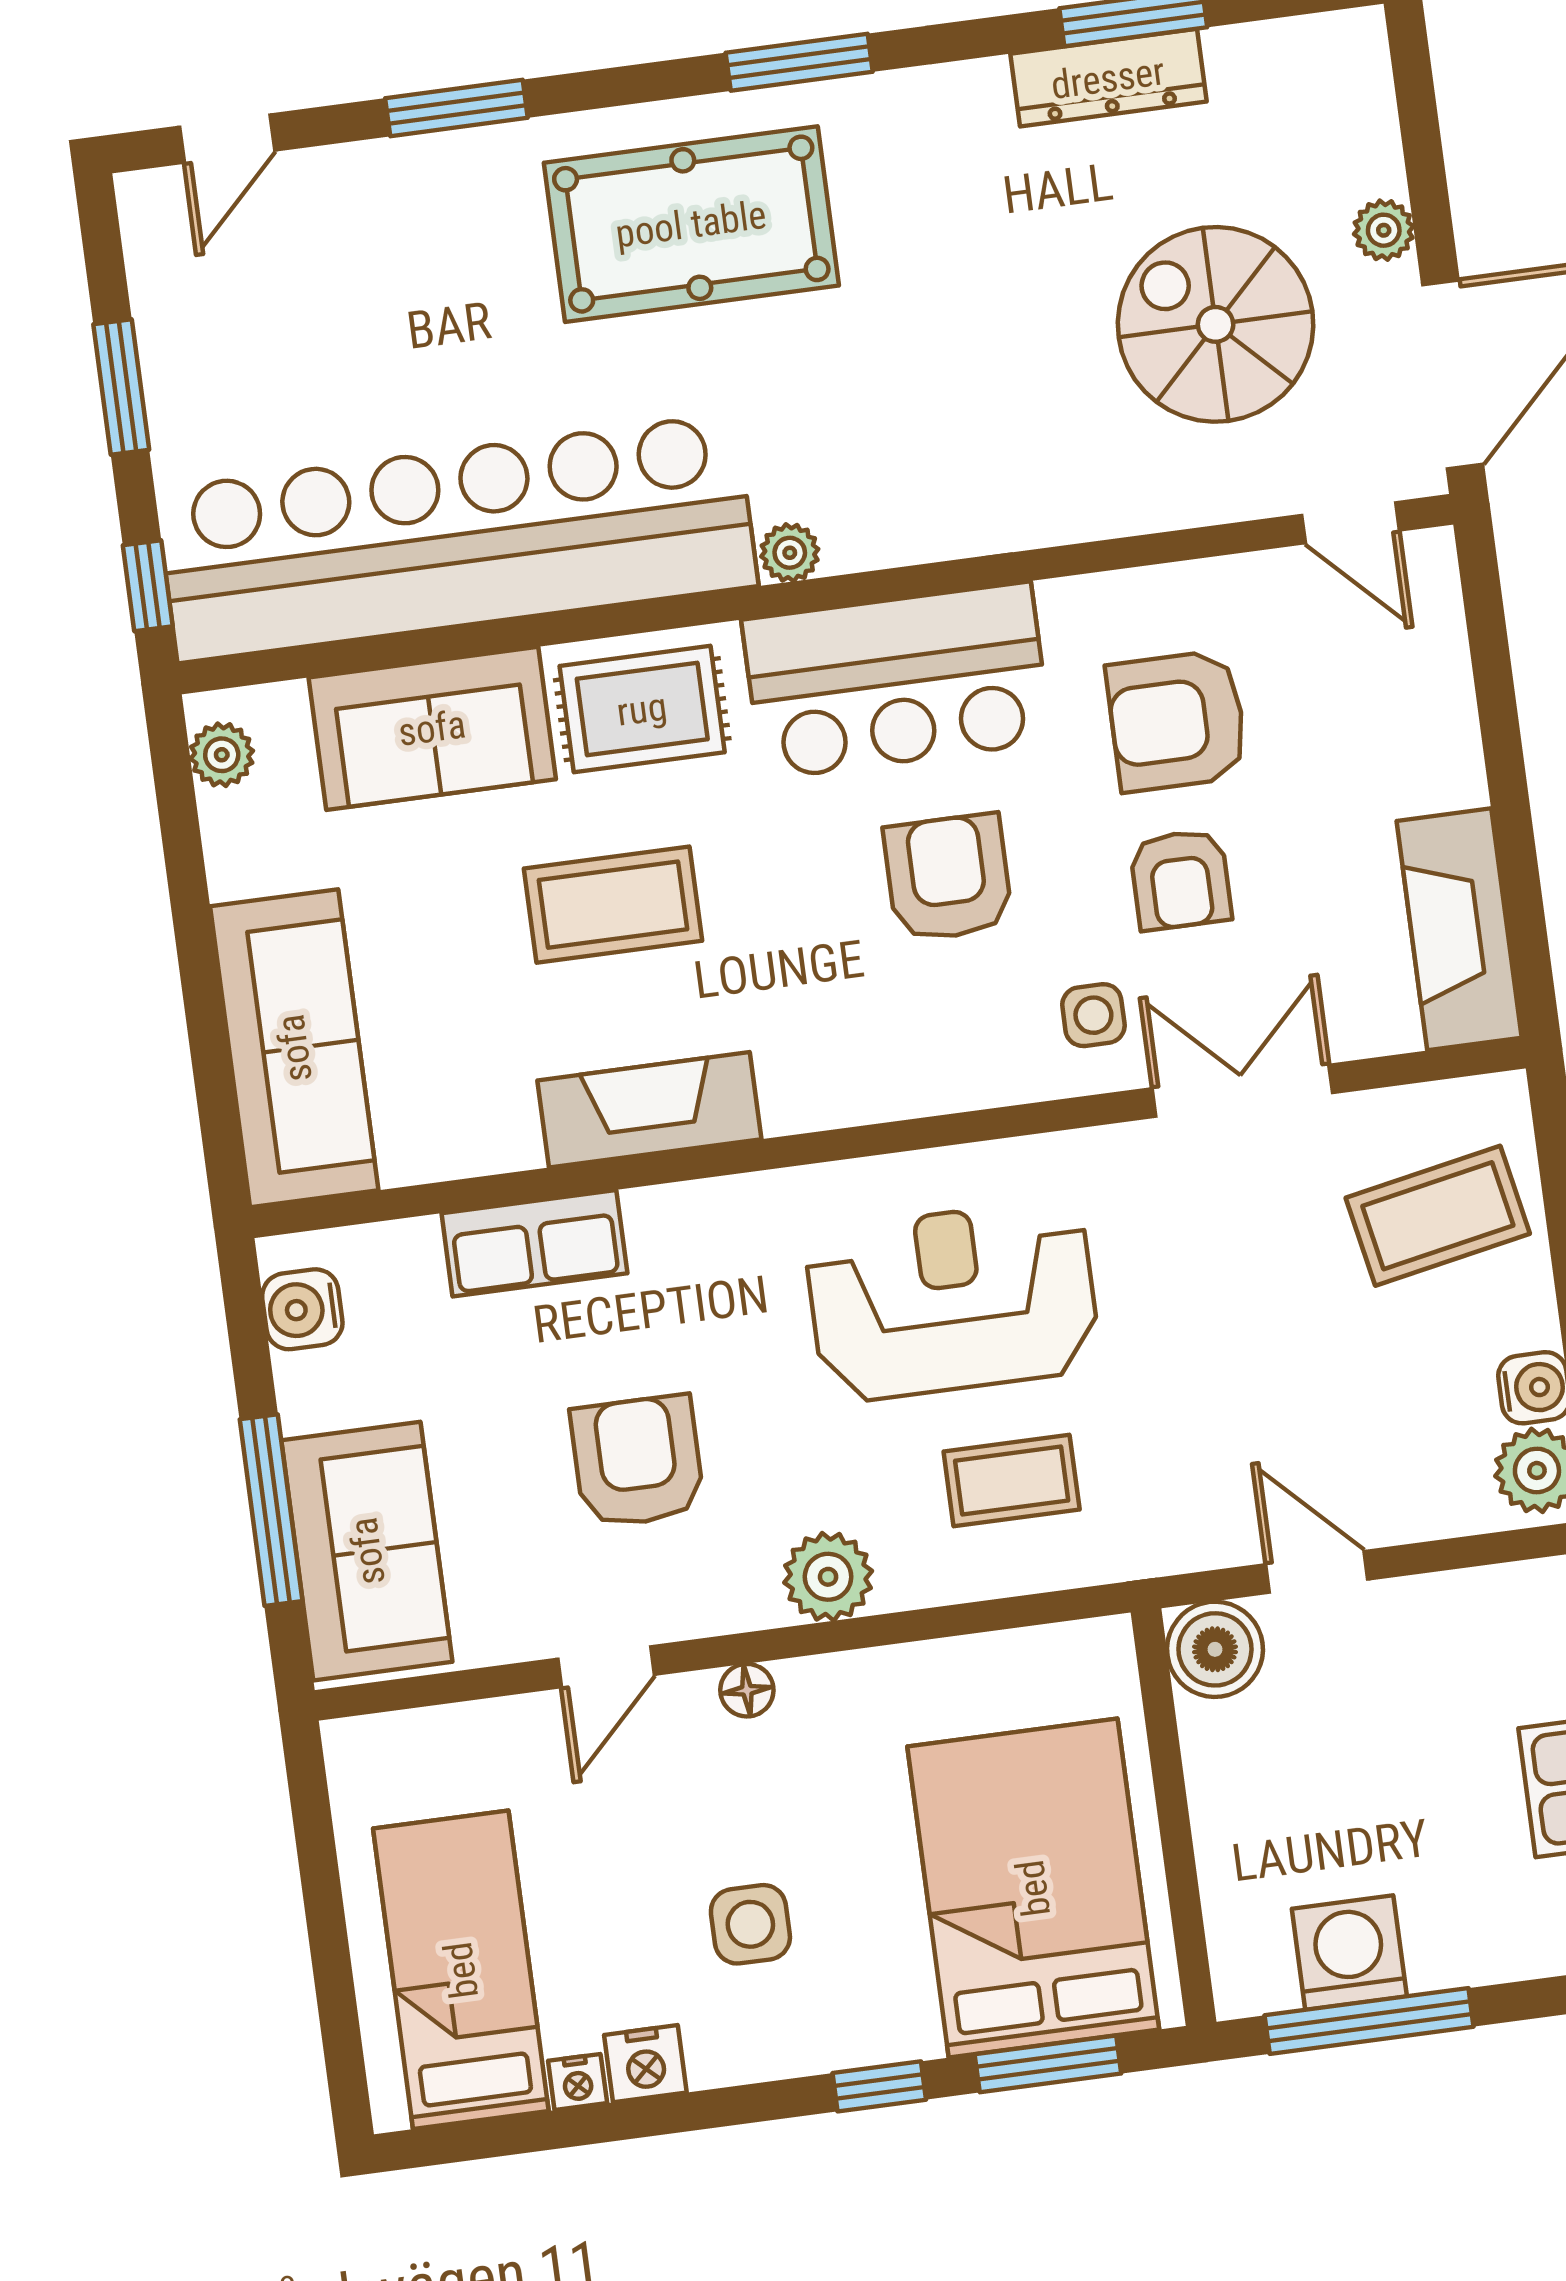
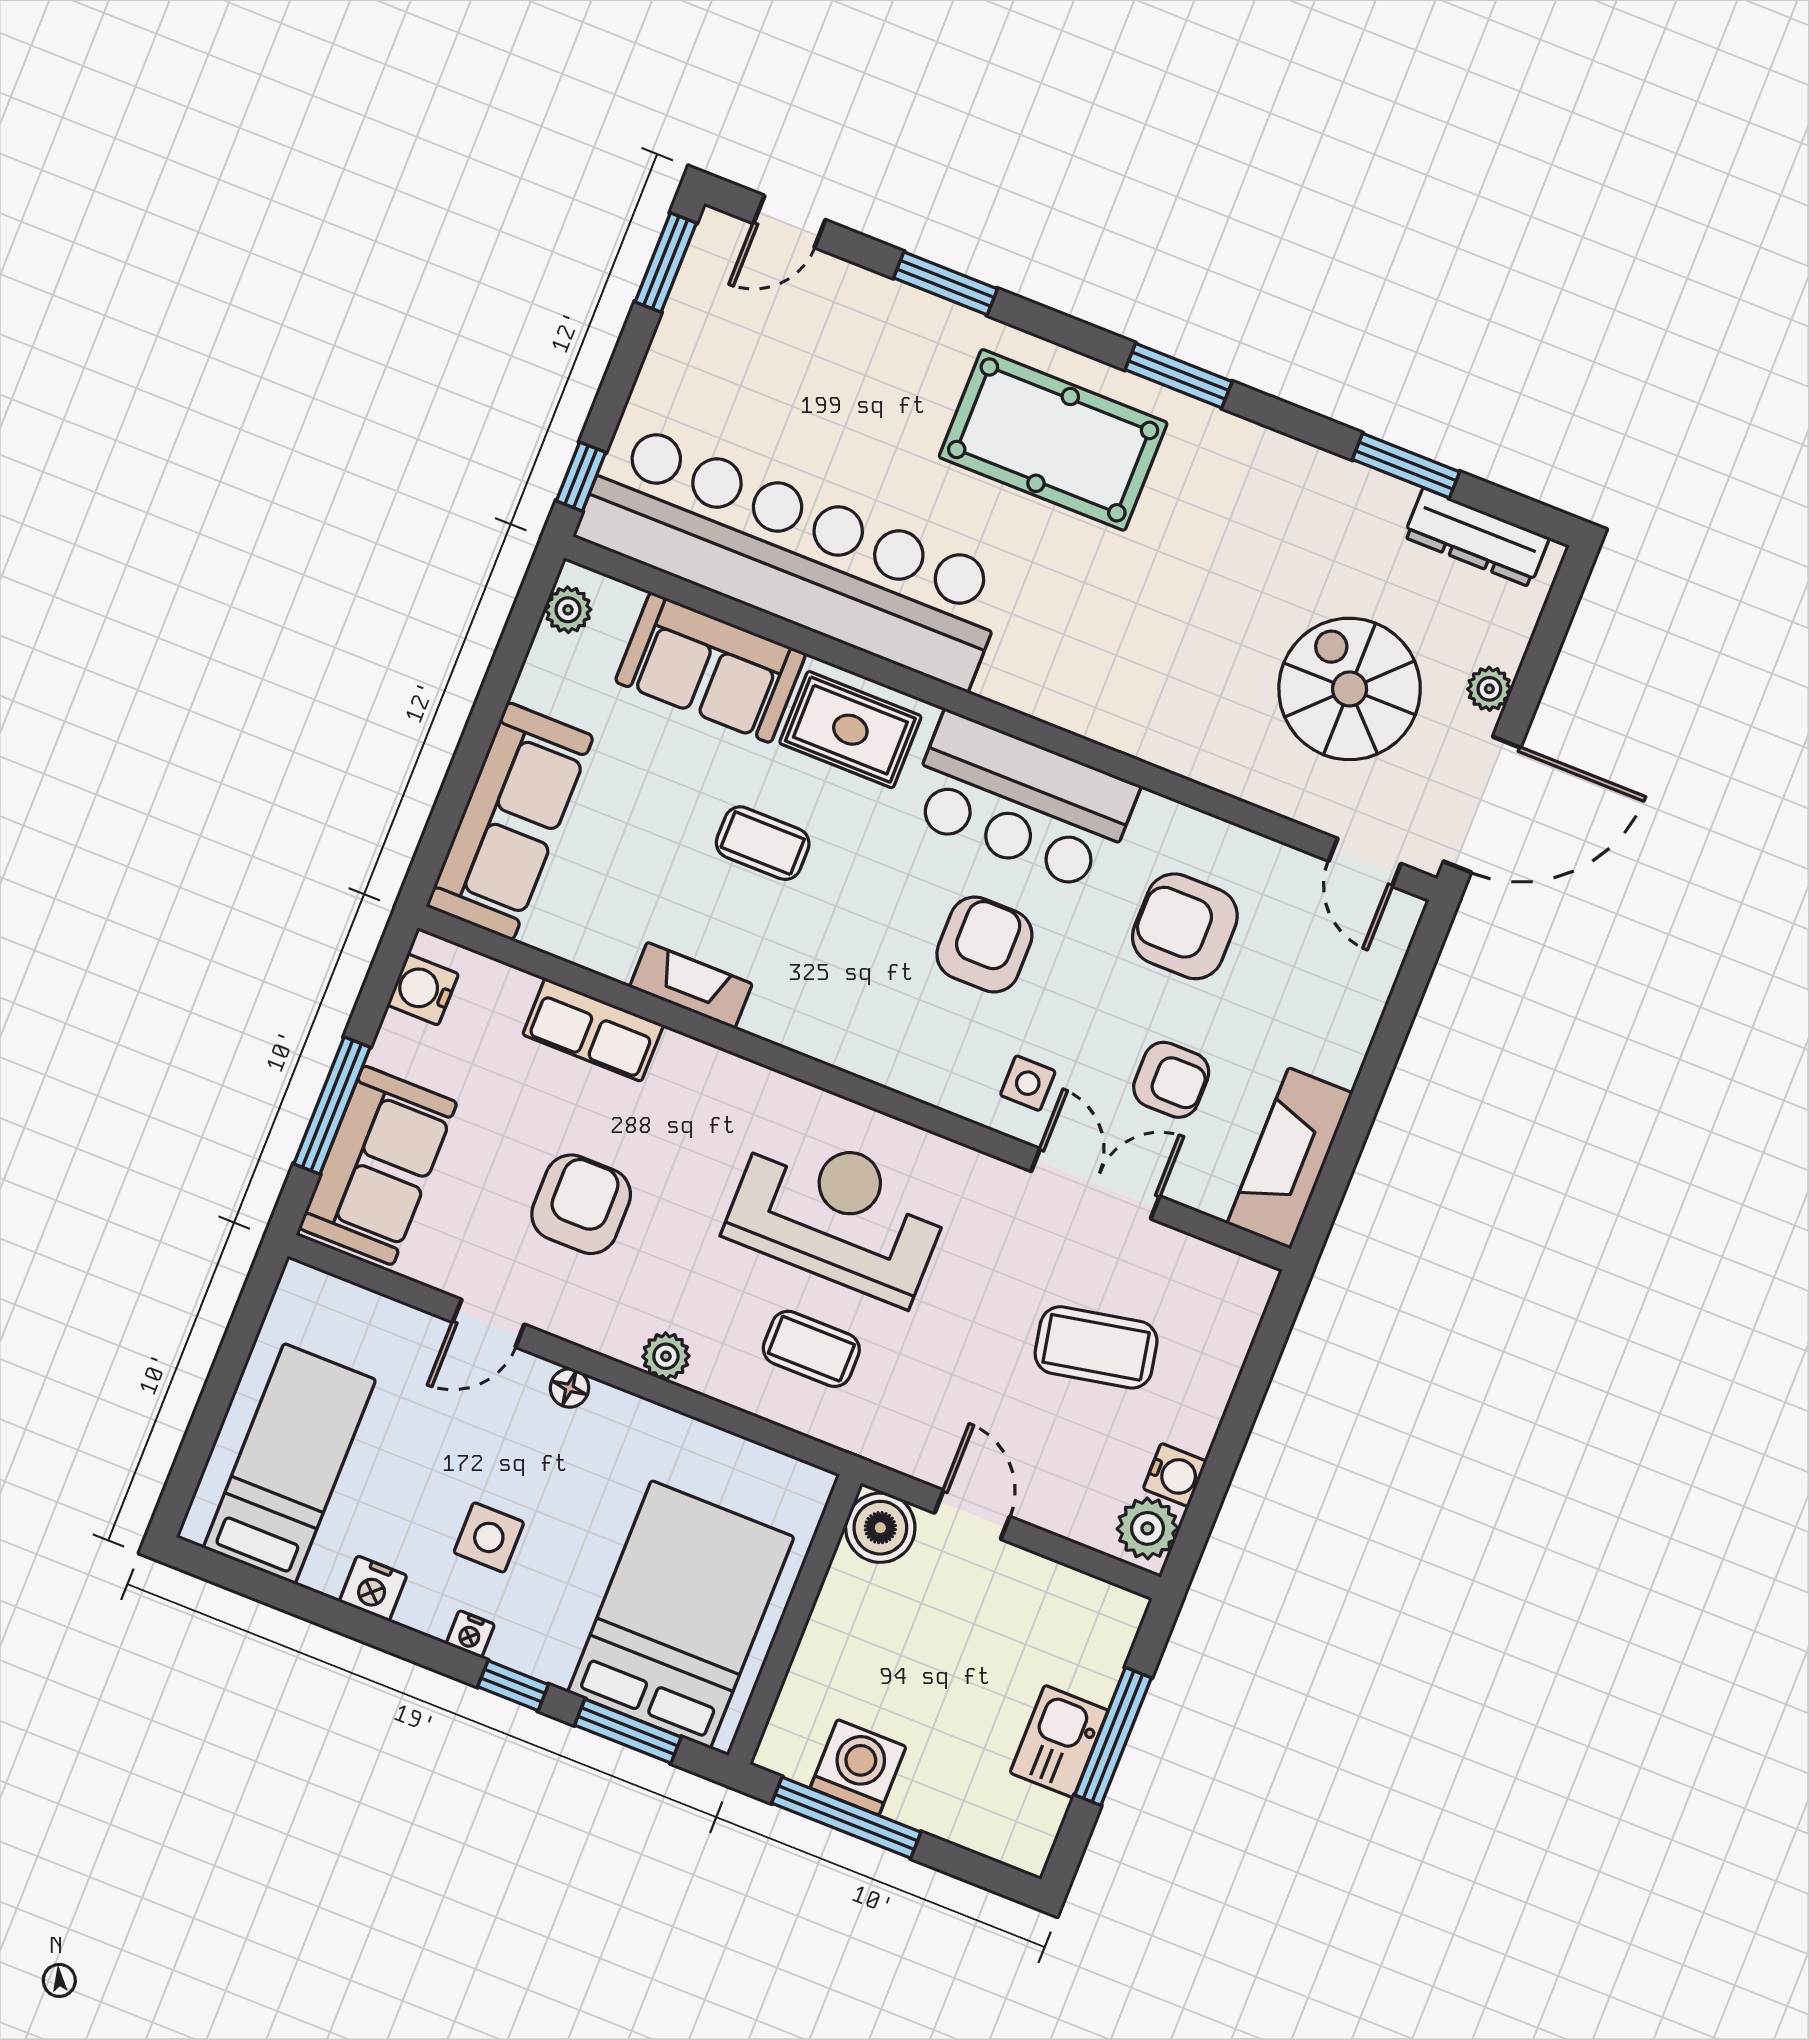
dresser: (1108, 78) -> (1477, 537), moved
window: (121, 387) -> (666, 262), moved
plant: (790, 553) -> (999, 683), removed
armchair: (1181, 880) -> (1171, 1080), moved, turned -90
coffee table: (613, 905) -> (763, 843), width x0.73, depth x0.77
fireplace: (649, 1110) -> (691, 985), width x0.73, depth x0.76
coffee table: (1438, 1216) -> (1096, 1347), moved
plant: (828, 1577) -> (666, 1356), width x0.73, depth x0.73
nightstand: (578, 2082) -> (470, 1634), moved

